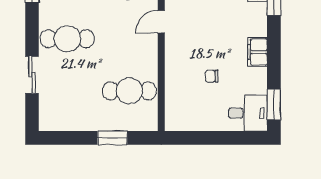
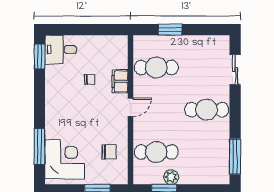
door: (161, 22) -> (131, 107), moved
filing cabinet: (257, 52) -> (120, 81), moved, turned 180
sliding door: (32, 75) -> (235, 70), moved

